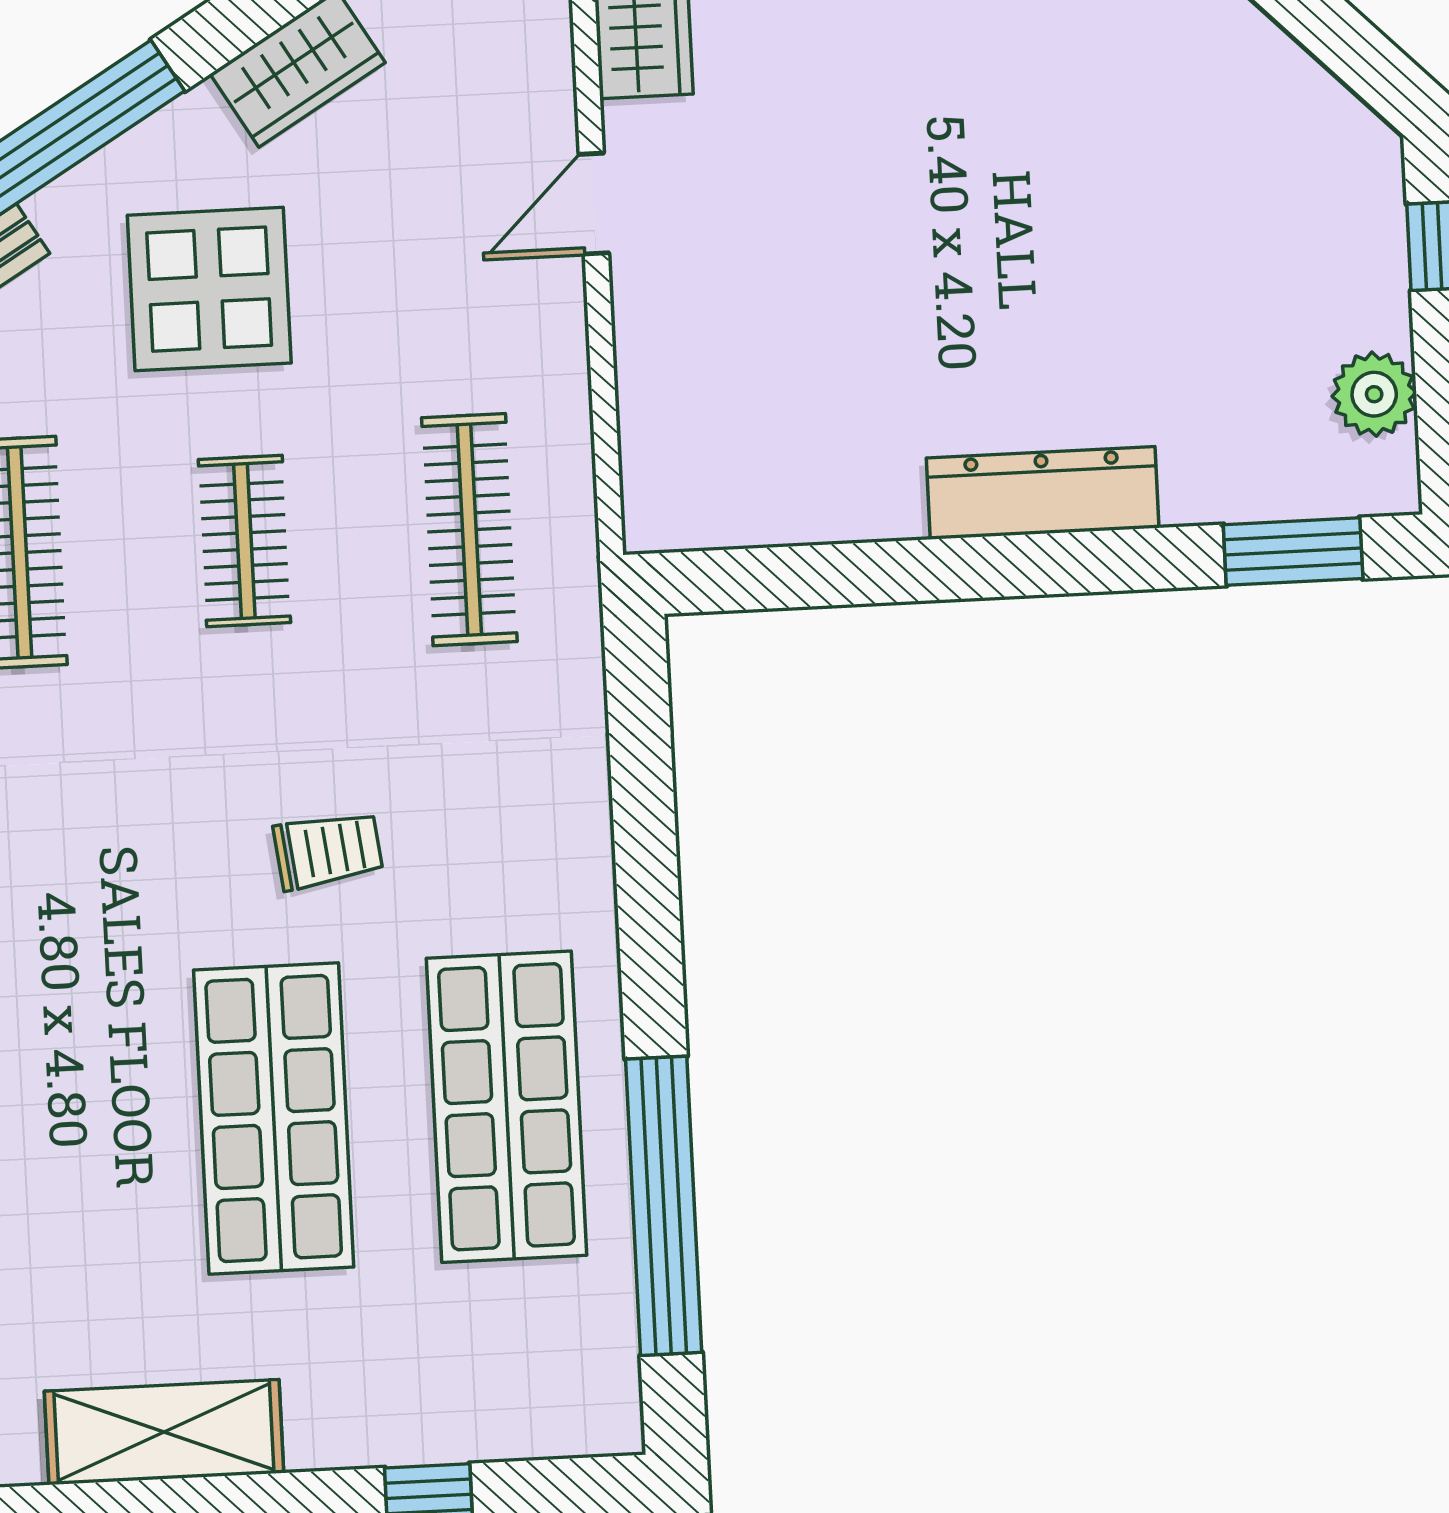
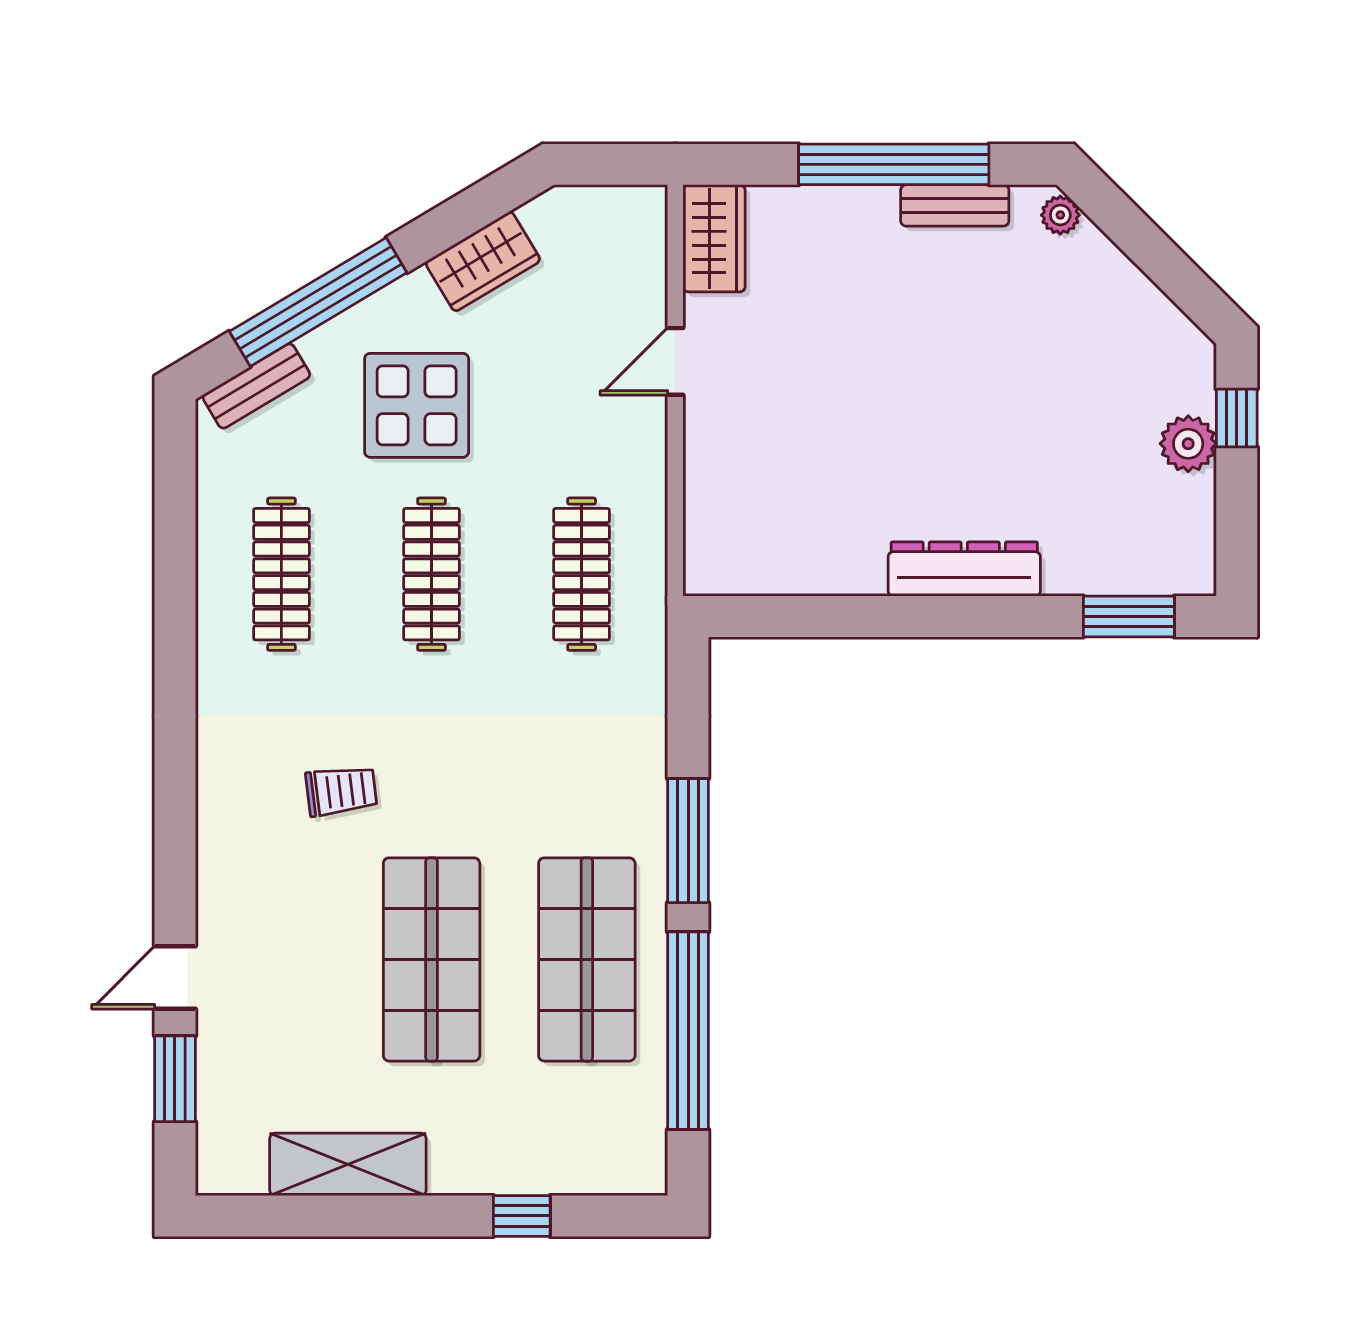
plant: (1374, 394) -> (1188, 444), moved
clothes rail: (244, 541) -> (432, 574), width x1.36
trolley: (328, 850) -> (341, 791), moved
window: (649, 921) -> (688, 841), added

